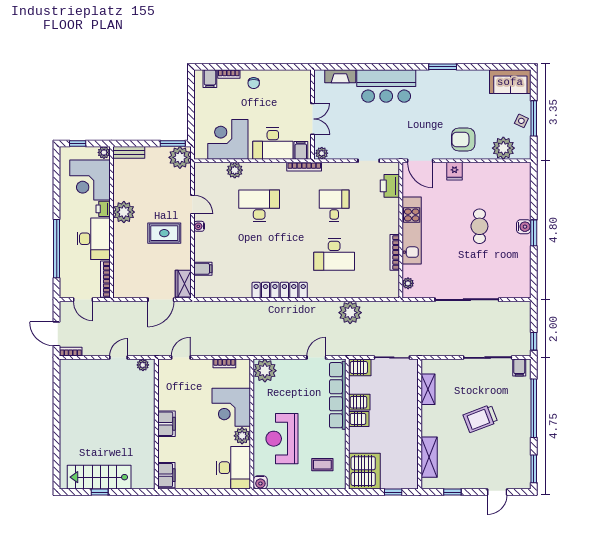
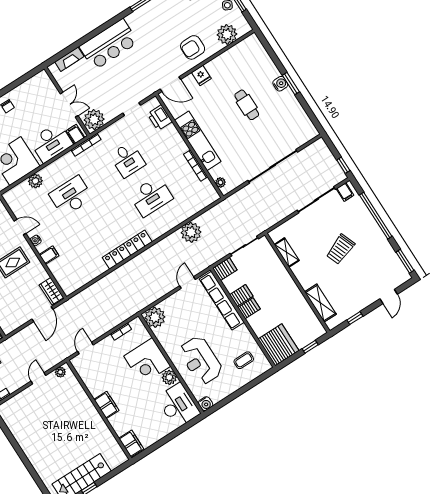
plant: (322, 153) -> (94, 120), width x1.88, depth x1.88
desk: (334, 206) -> (127, 160), turned 180
filing cabinet: (203, 269) -> (49, 255), moved

